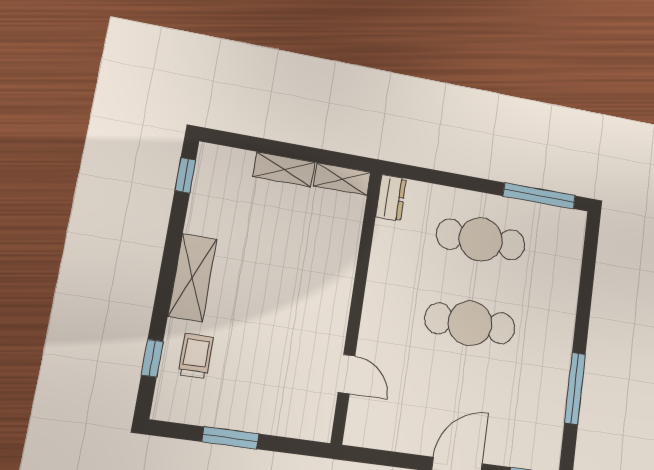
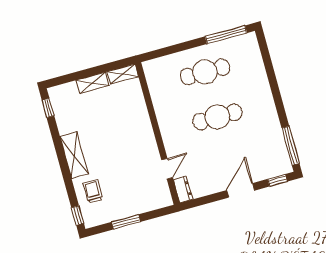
dresser: (391, 198) -> (183, 190), moved
window: (152, 358) -> (78, 215), moved
door: (347, 374) -> (167, 169), hinge flipped
window: (575, 388) -> (291, 146), moved

